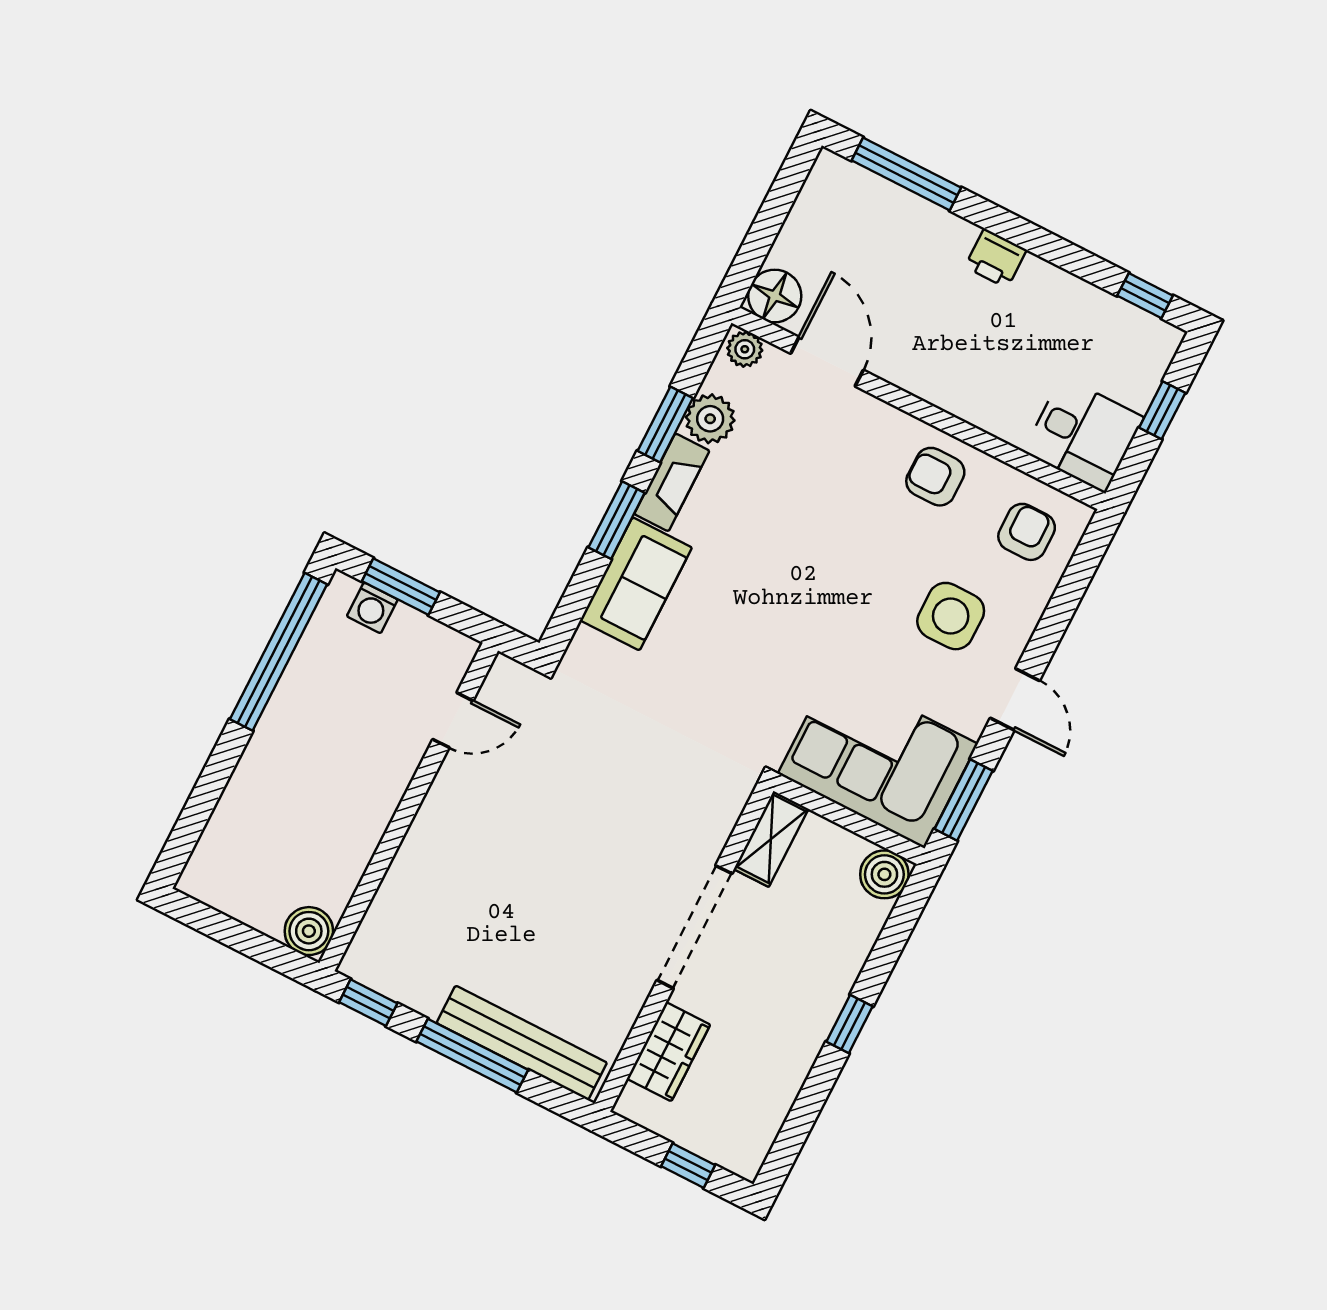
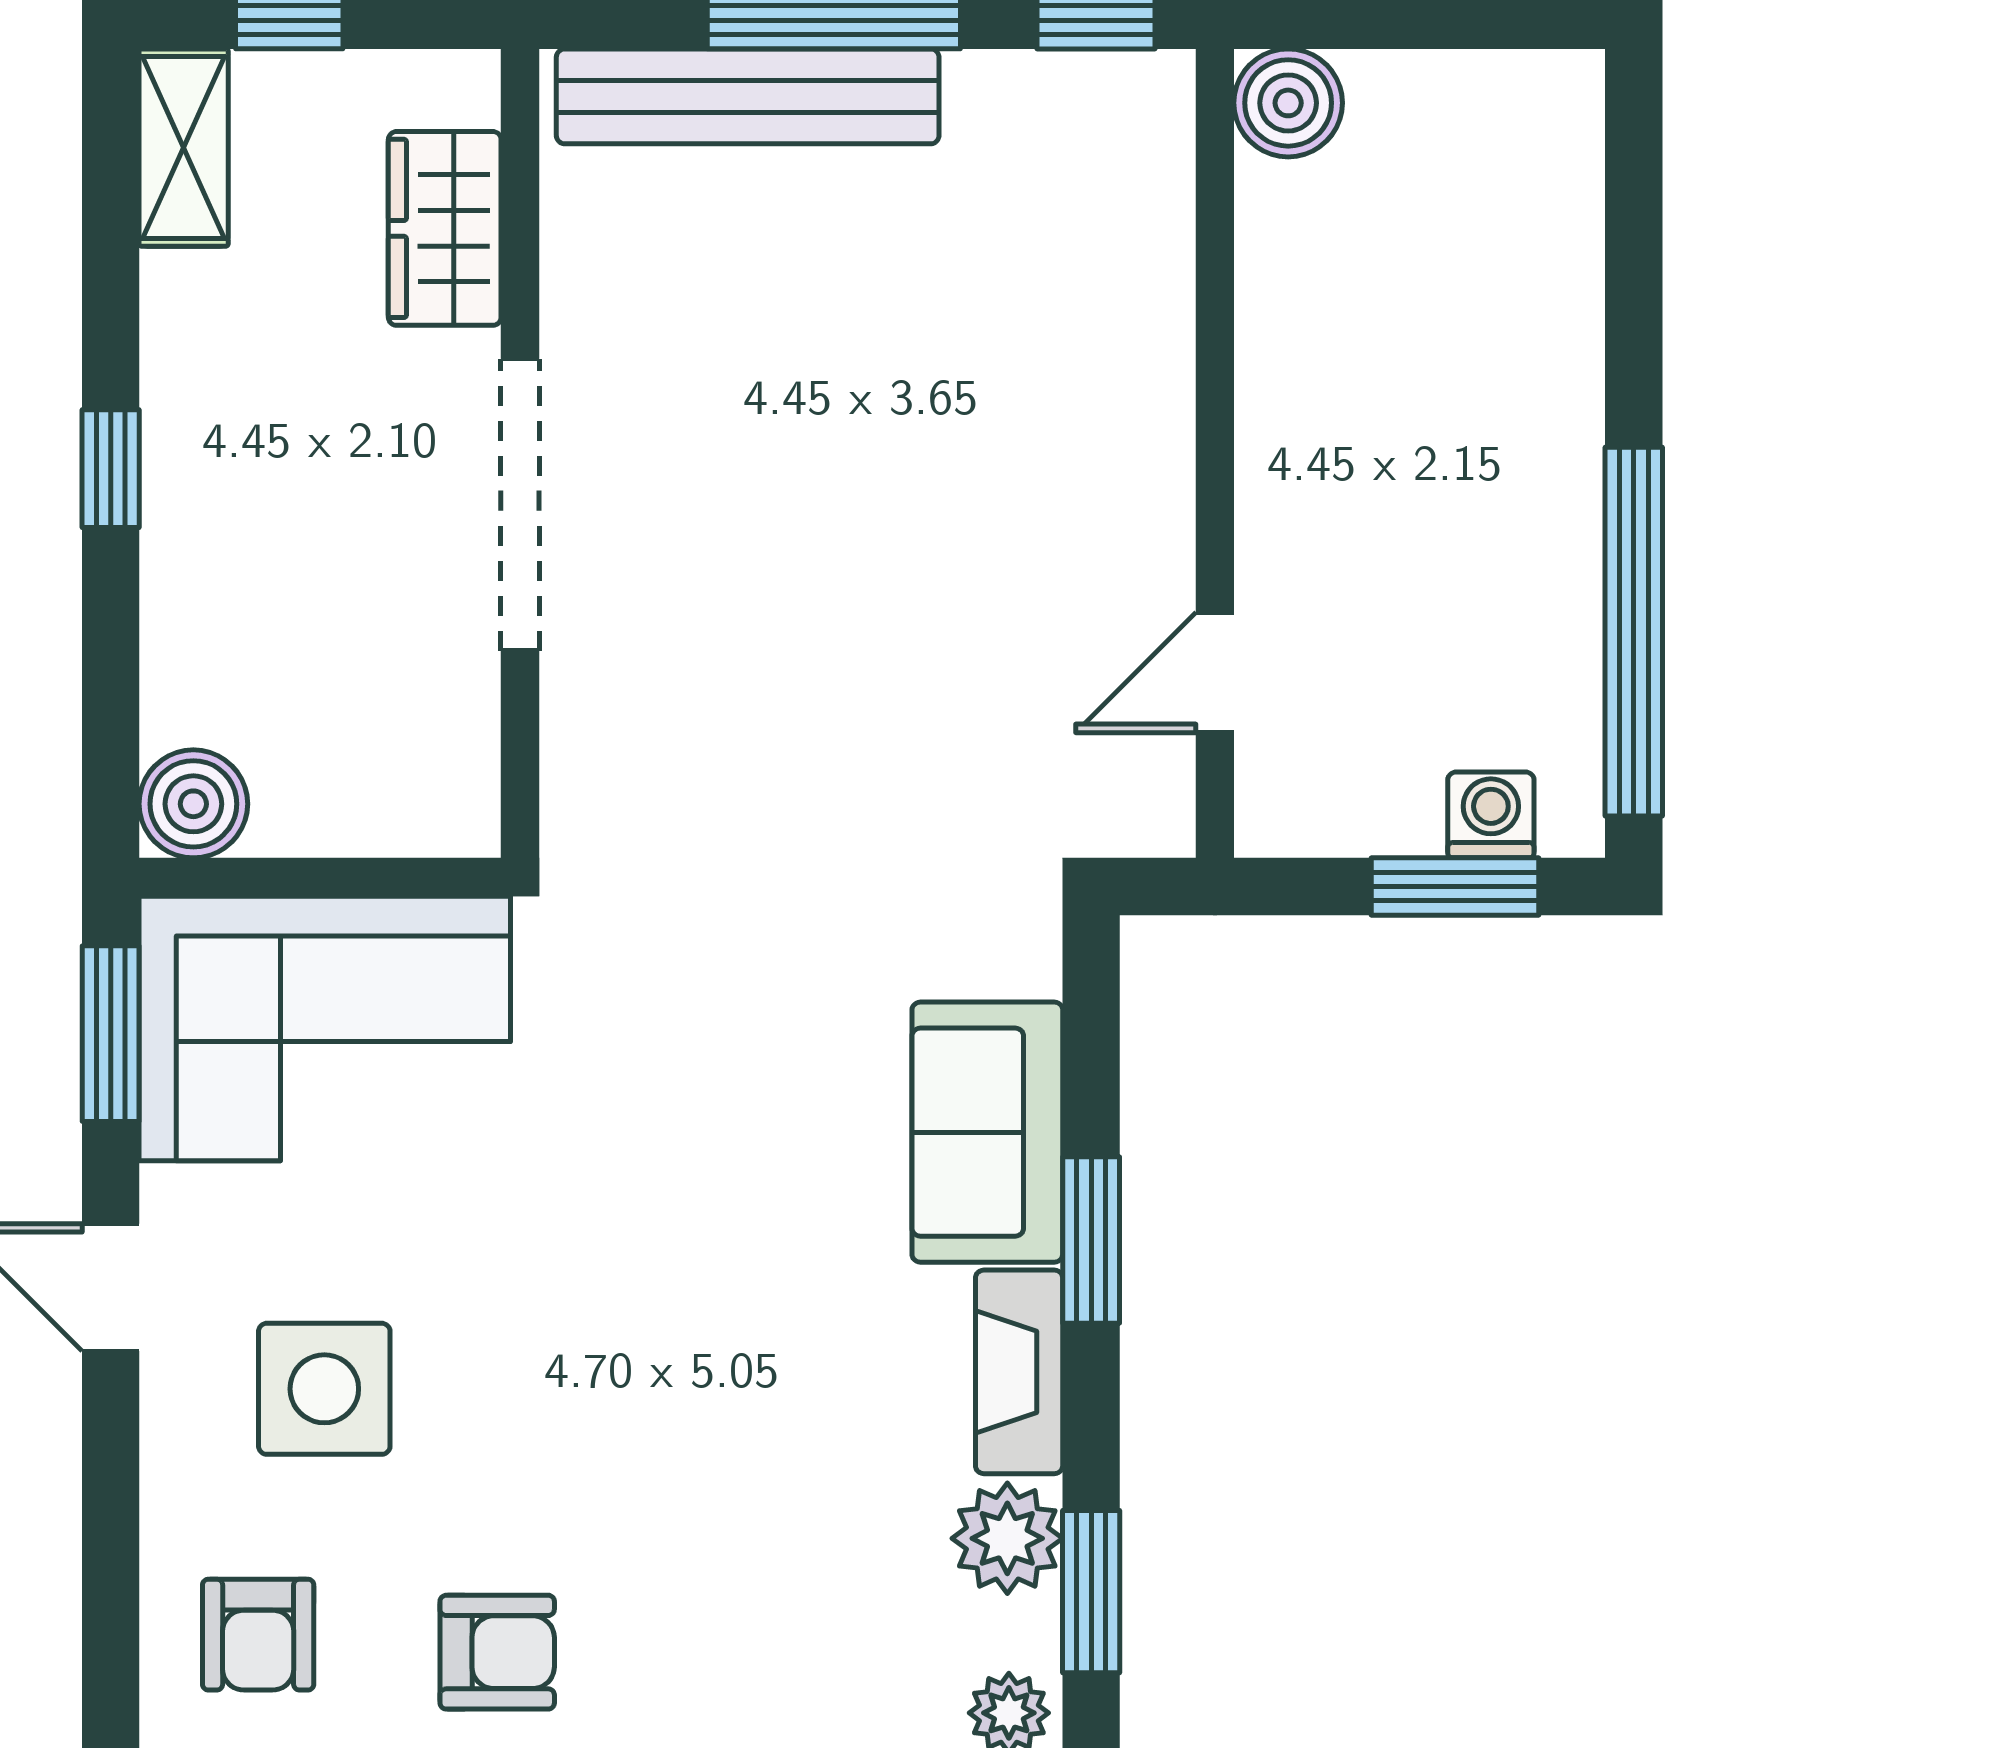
window: (665, 425) -> (1091, 1592), moved
shelving: (771, 839) -> (184, 148), moved

